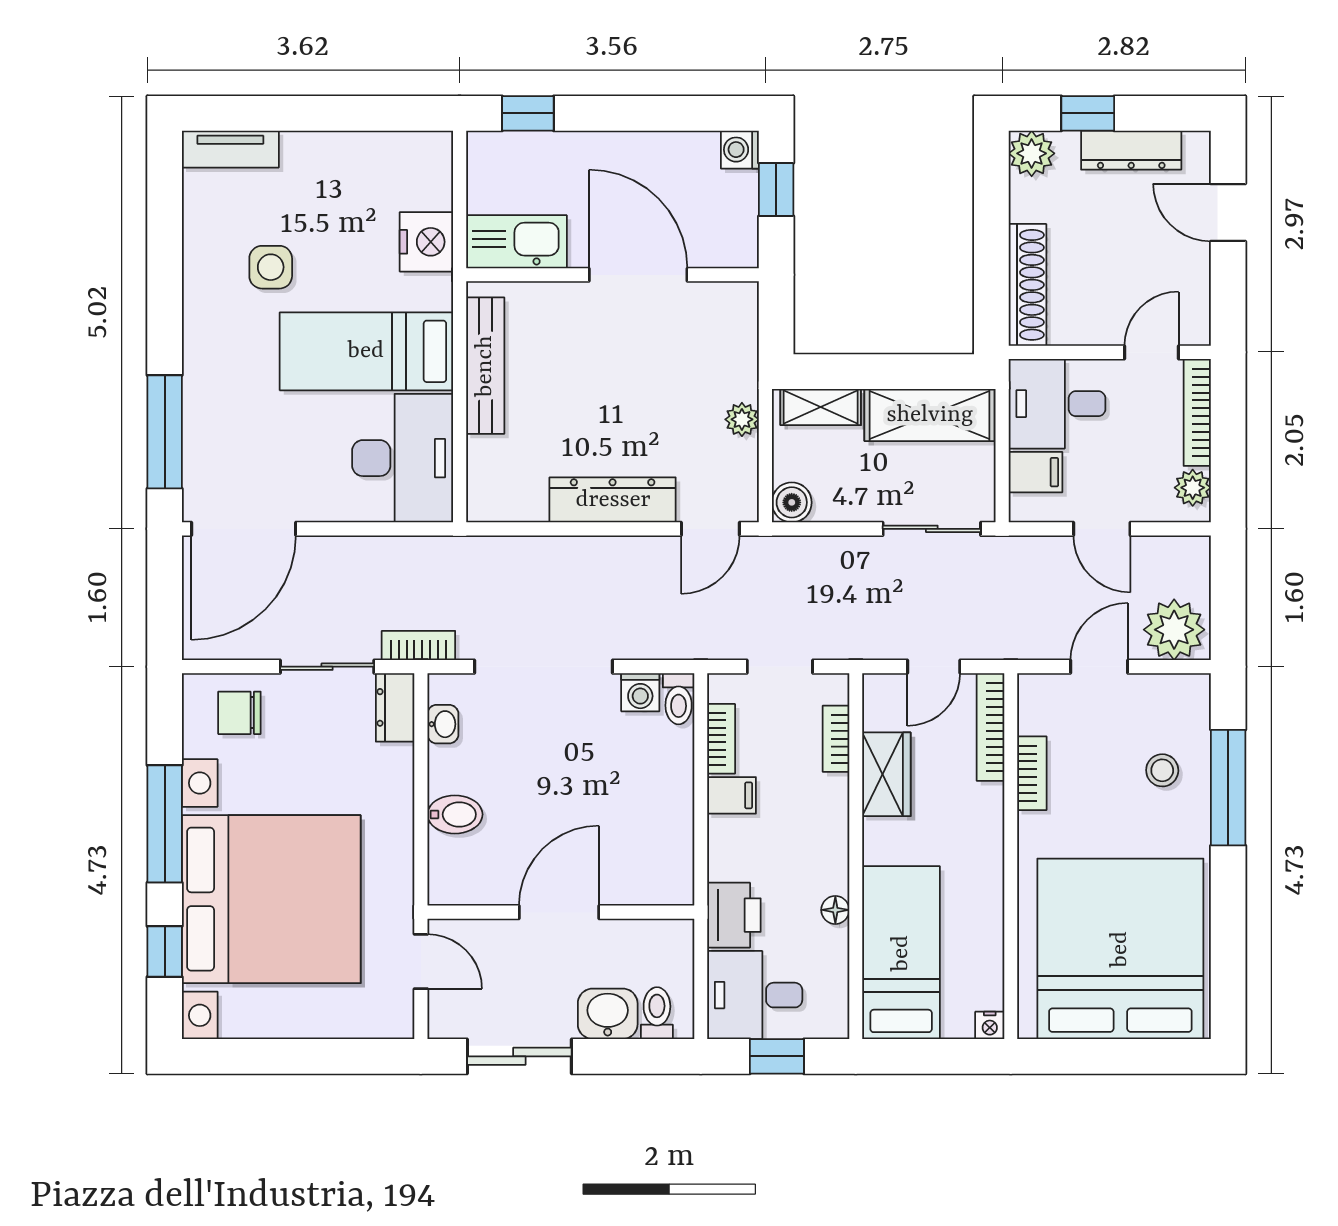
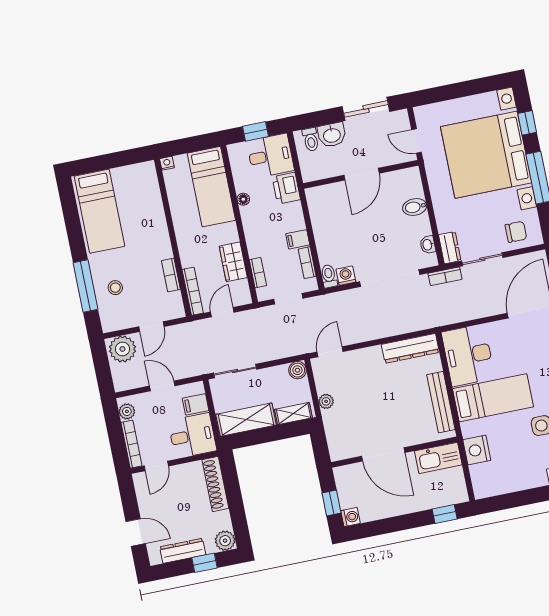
dresser: (613, 500) -> (410, 348), moved
bed: (1120, 949) -> (99, 211), width x0.49

